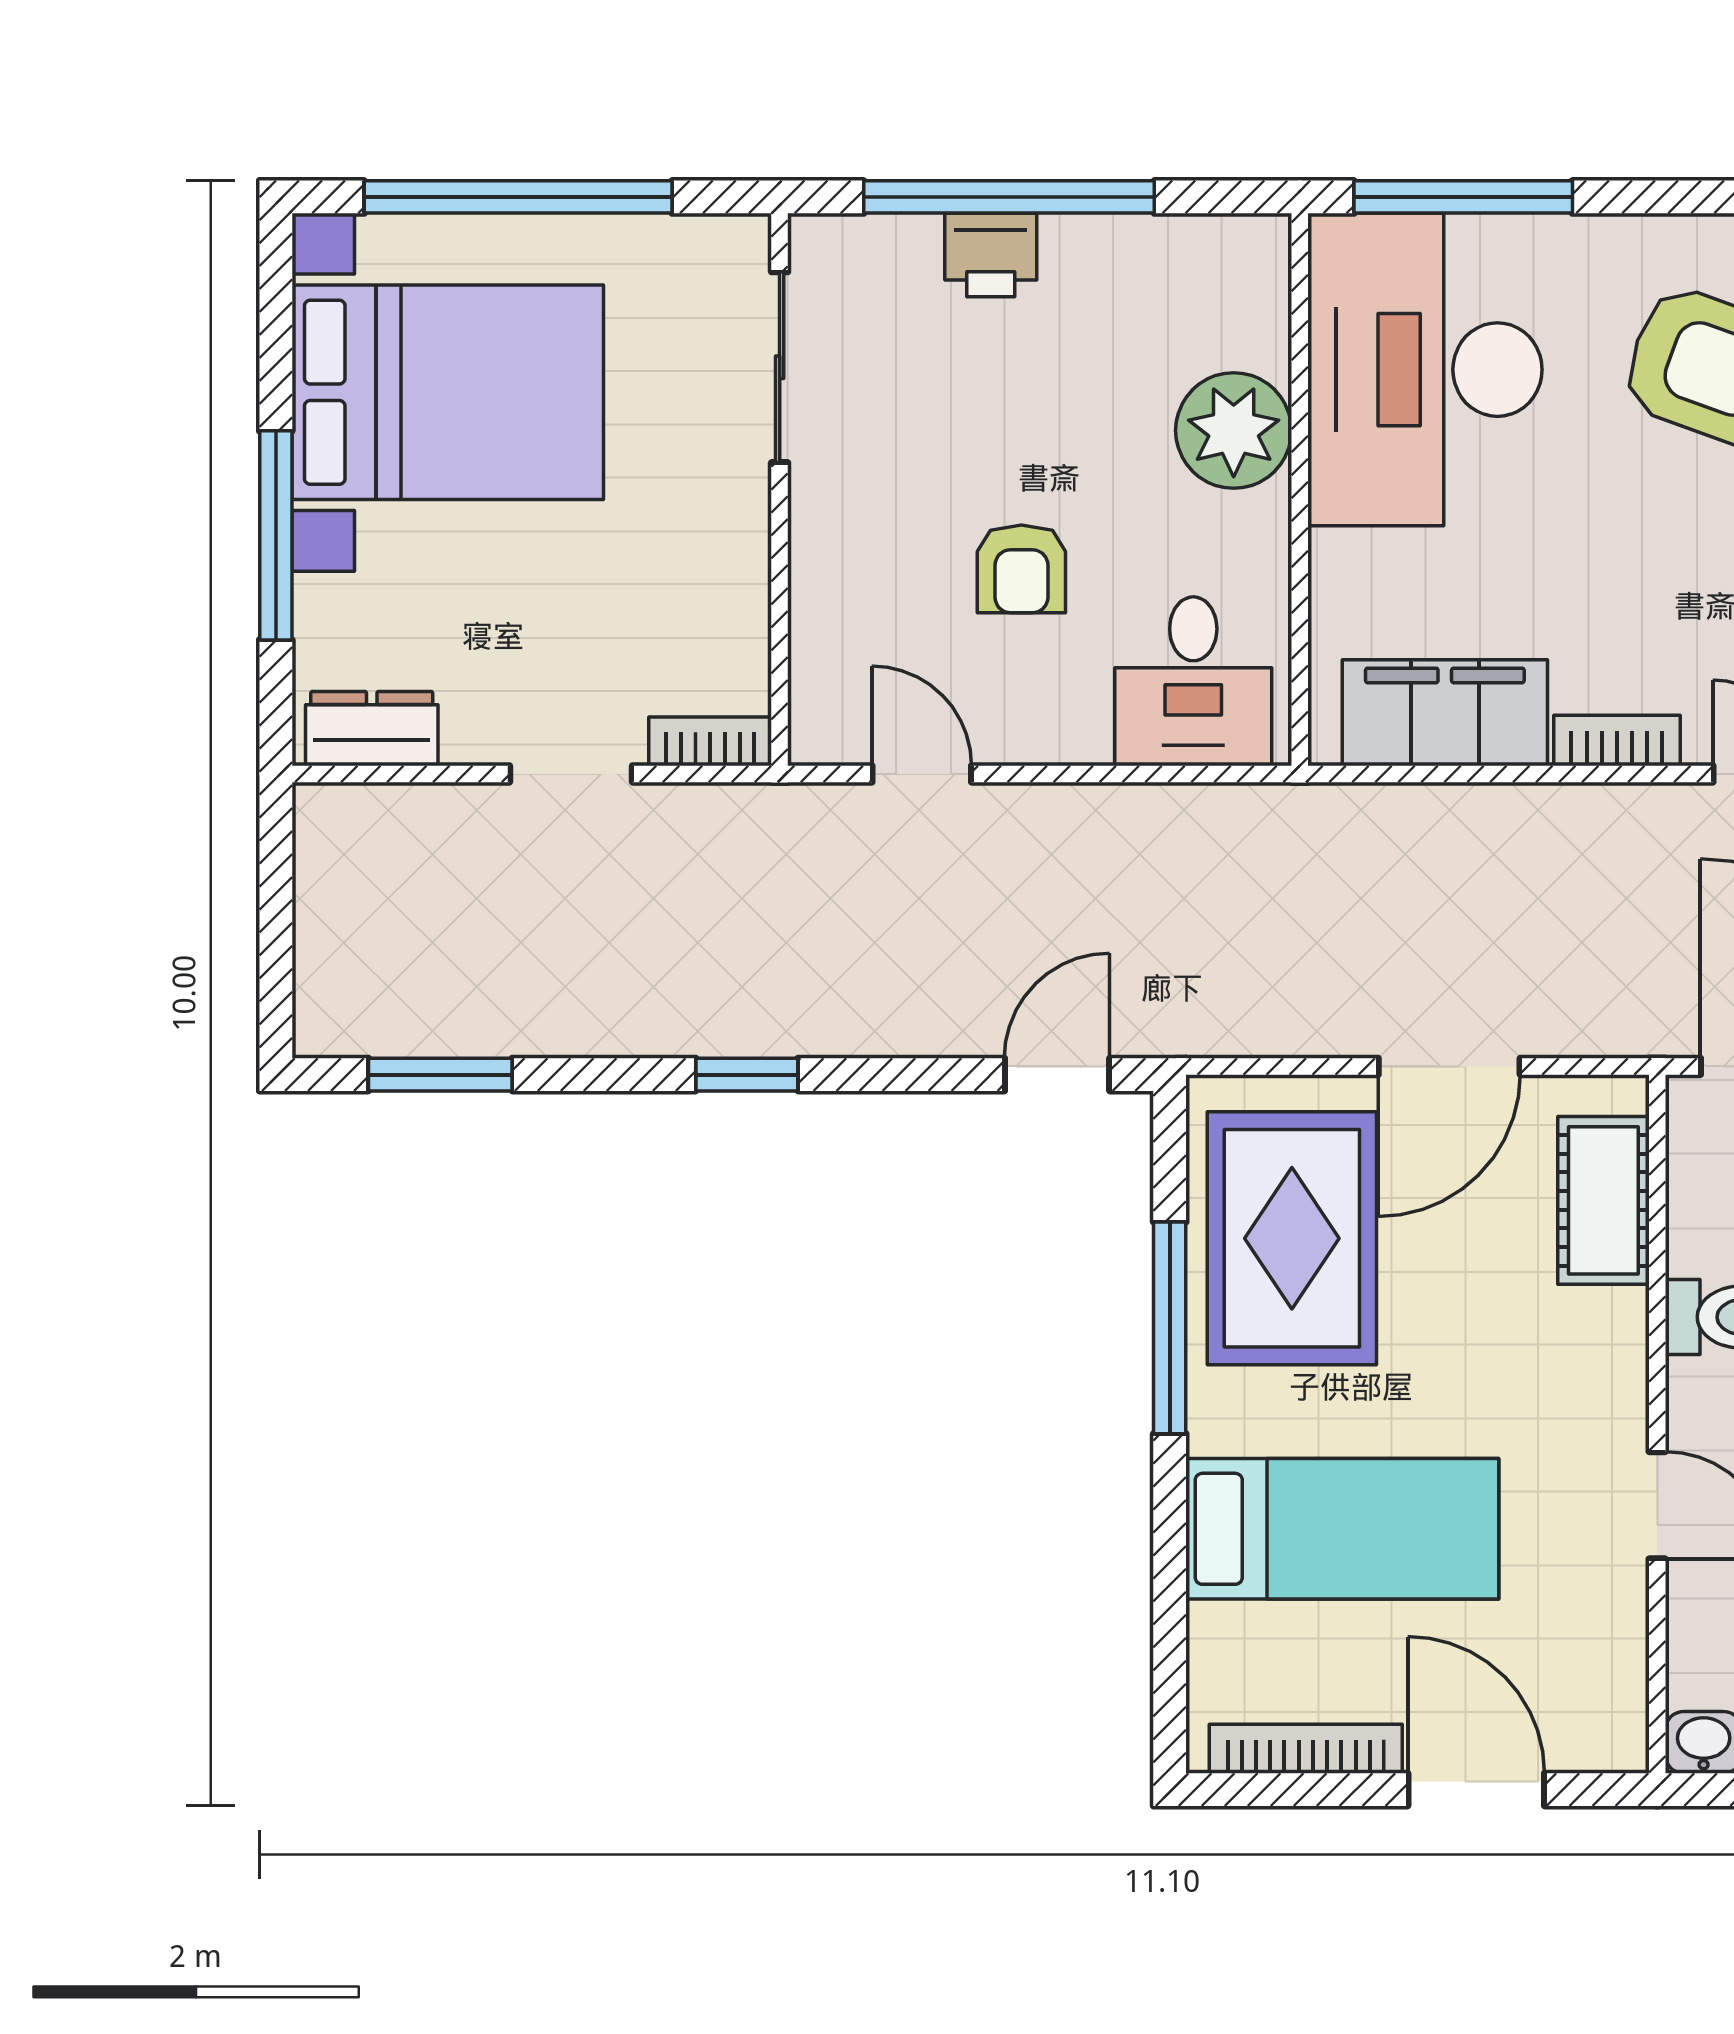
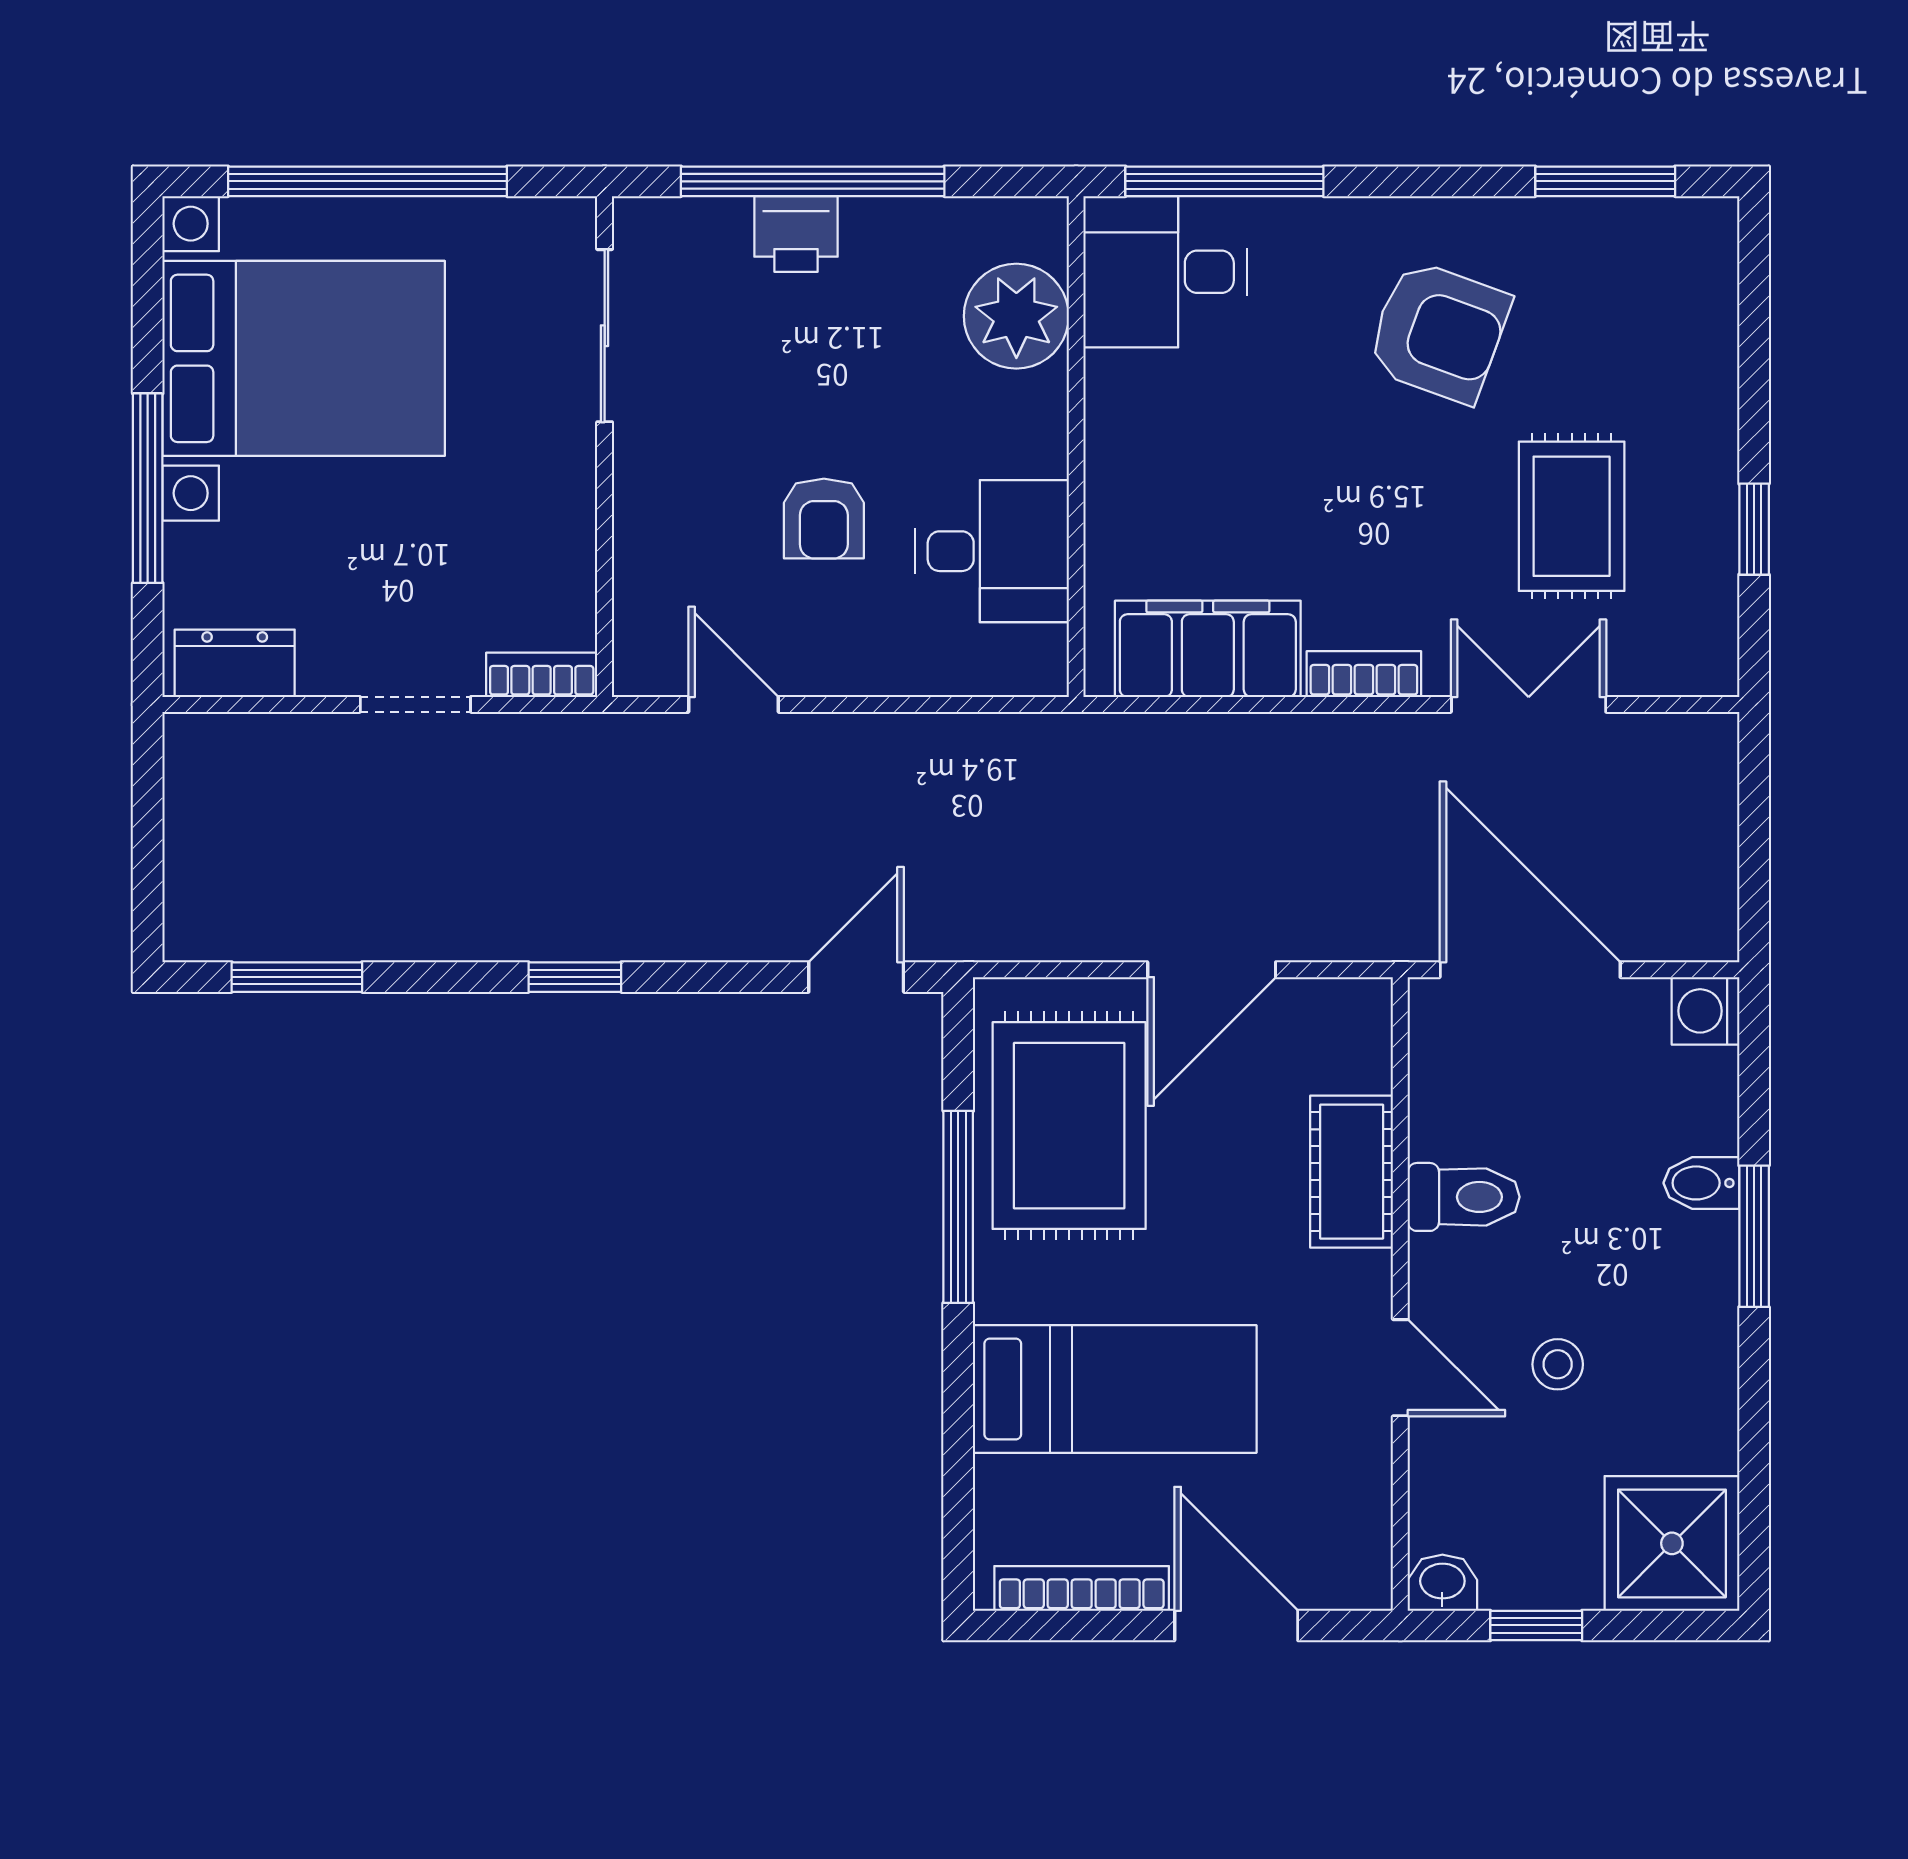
desk: (1425, 370) -> (1165, 272), width x0.53, depth x0.77
plant: (1234, 431) -> (1016, 316), moved
desk: (1193, 681) -> (992, 551), moved, turned -90
cot: (1603, 1200) -> (1352, 1172), moved

